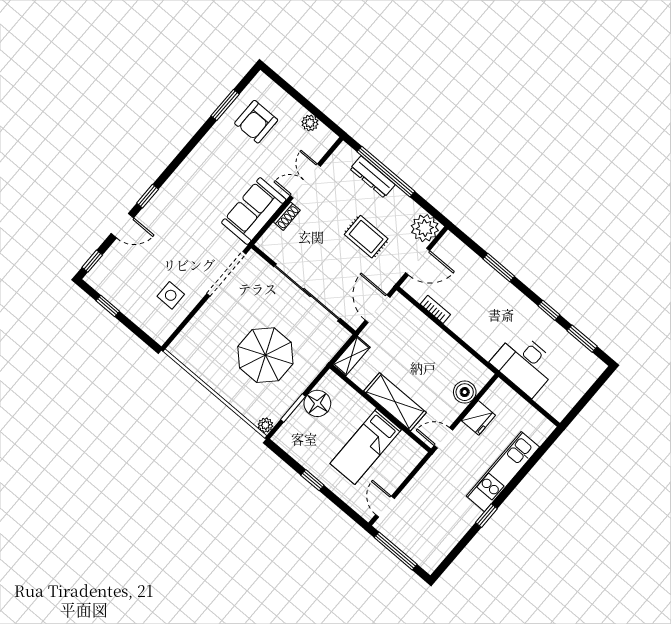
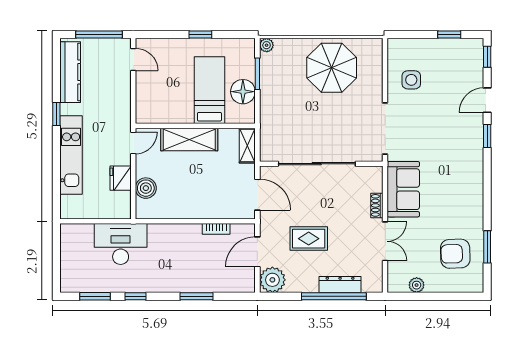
armchair: (256, 122) -> (455, 254), turned -92
parasol: (265, 355) -> (332, 68), moved
bed: (366, 447) -> (209, 90), moved
kitchen counter: (446, 540) -> (70, 72), added

